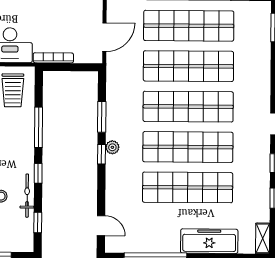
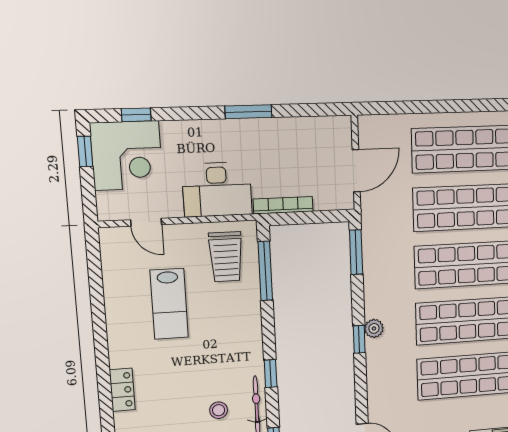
window: (102, 117) -> (356, 252), moved
window: (38, 127) -> (265, 271), moved

